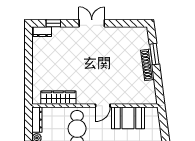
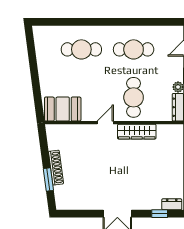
wardrobe: (58, 98) -> (137, 132), moved
booth: (128, 118) -> (63, 109), moved

